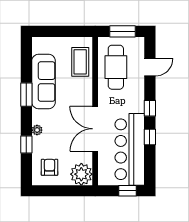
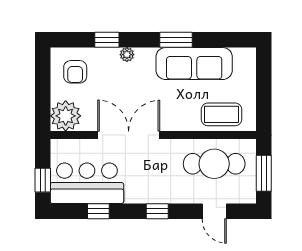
window: (150, 137) -> (98, 211), moved
bar counter: (130, 149) -> (87, 183), width x0.73
armchair: (50, 167) -> (75, 72), turned 90

